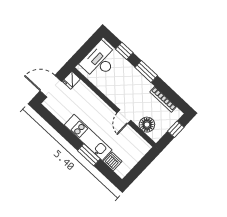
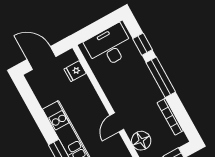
window: (146, 72) -> (161, 77), width x1.44
fridge: (71, 80) -> (75, 71), moved

